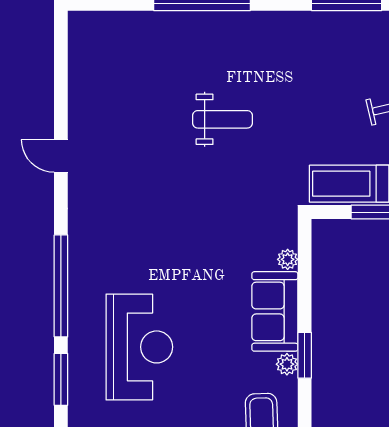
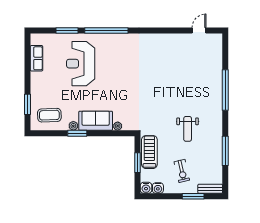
weight bench: (222, 119) -> (188, 129), moved
door: (61, 156) -> (199, 31), moved
reception desk: (139, 347) -> (81, 64), turned 90

